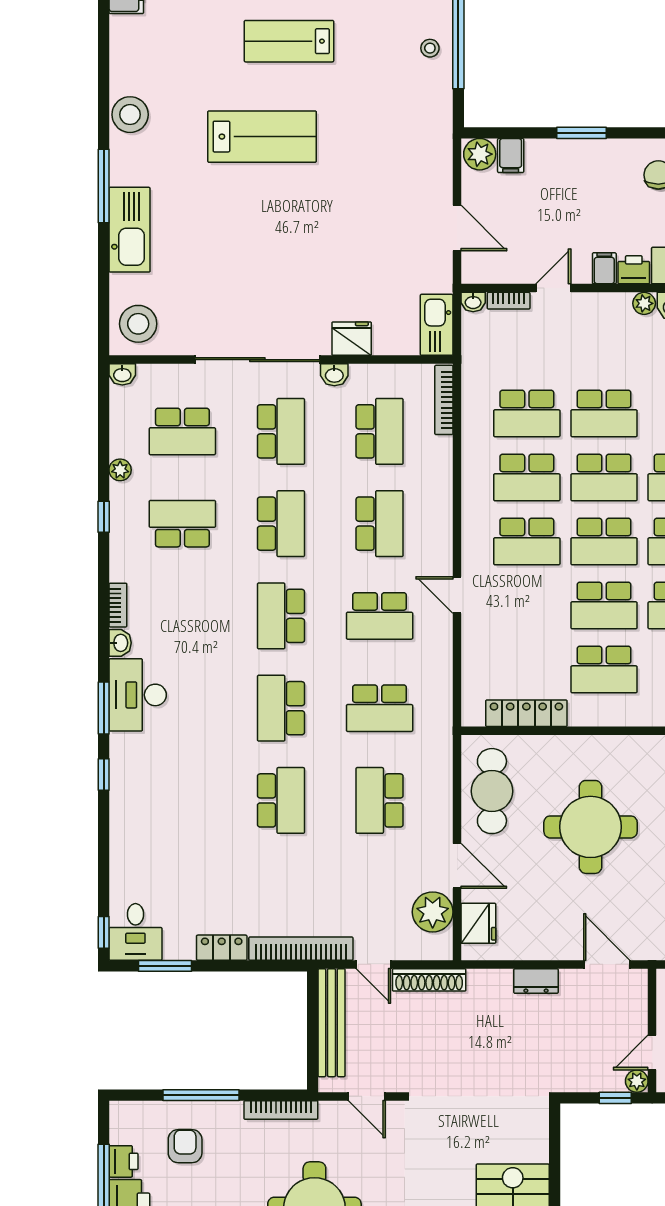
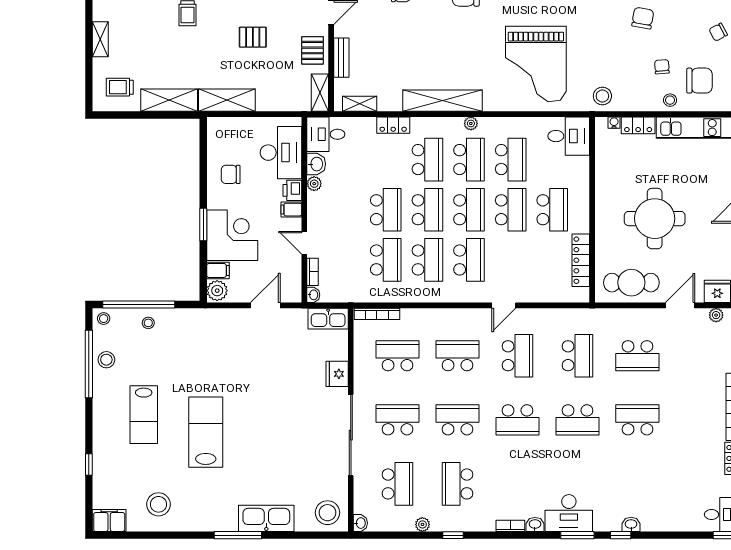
stool: (130, 115) -> (158, 504), moved
corner desk: (565, 177) -> (232, 235), added
washbasin: (334, 375) -> (631, 524), moved, turned -90
plant: (433, 912) -> (716, 315), width x0.53, depth x0.53

